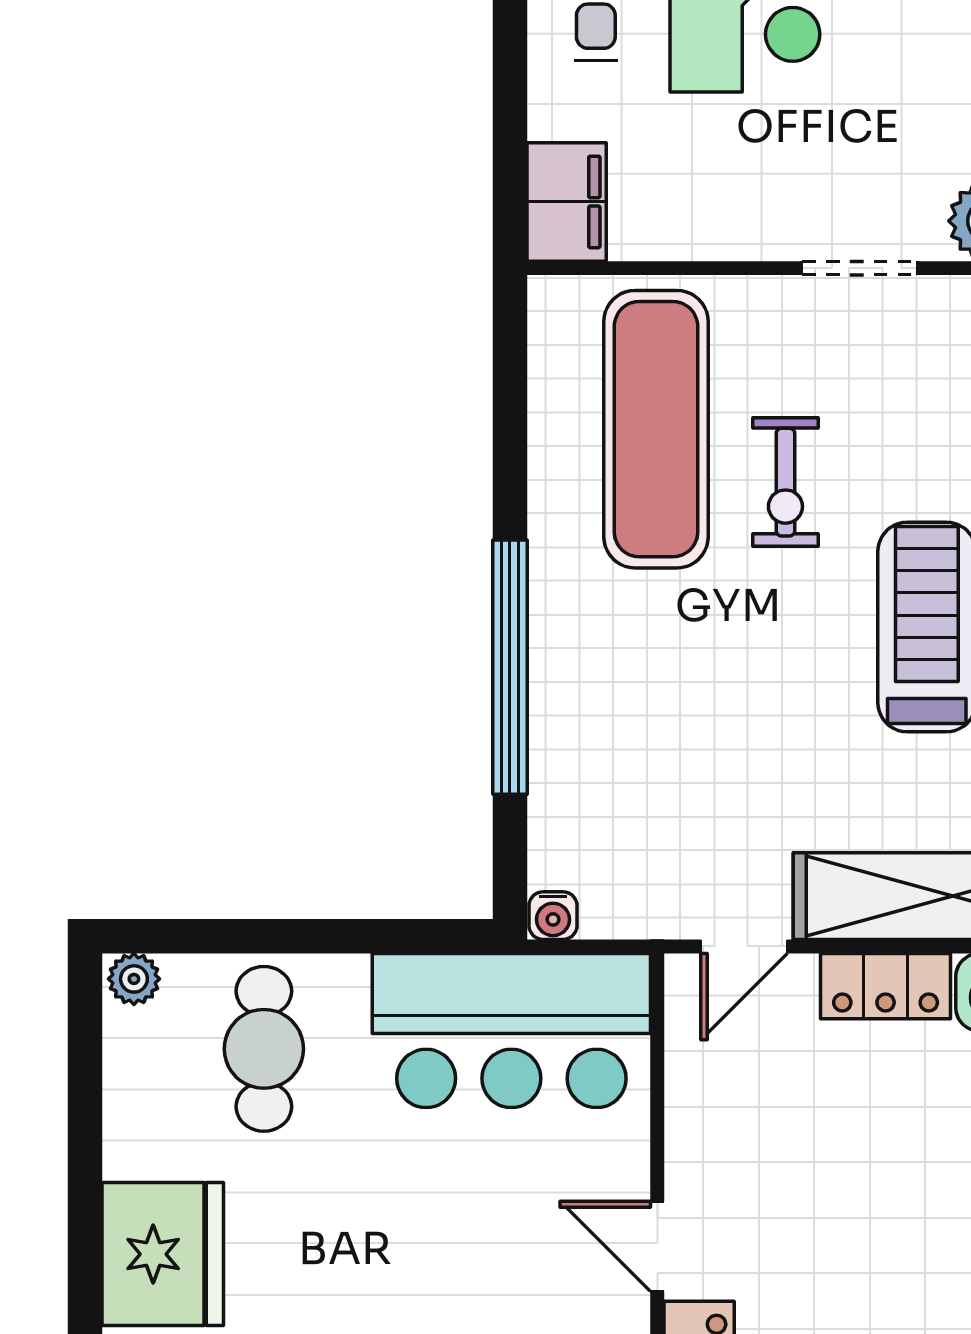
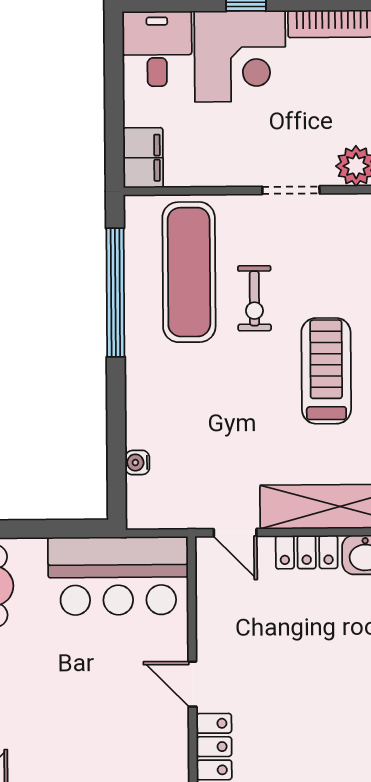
window: (510, 667) -> (115, 292), moved
water cooler: (553, 916) -> (137, 463), moved, turned 90
door: (744, 946) -> (235, 533), hinge flipped

